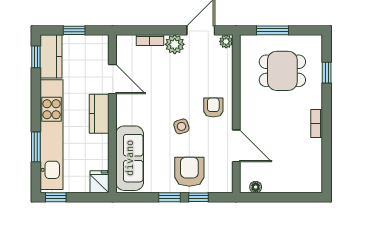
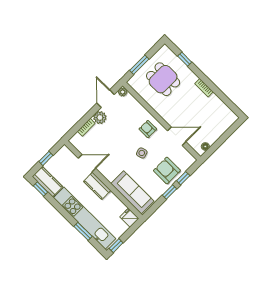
dining table: (282, 71) -> (163, 79), turned 90

